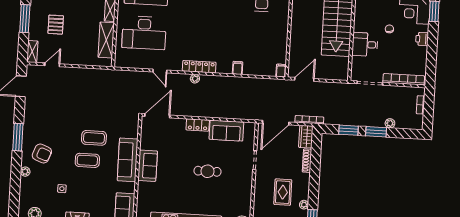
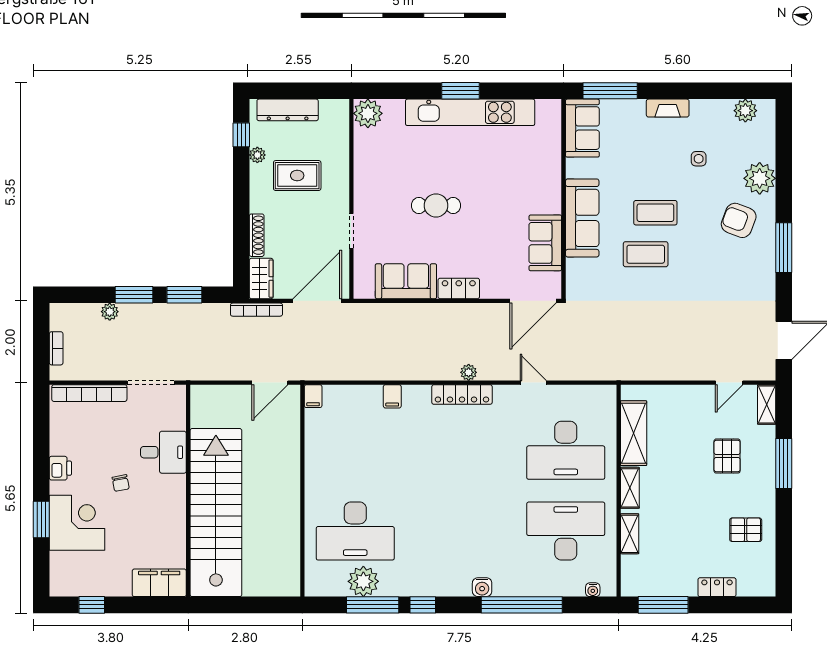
desk: (144, 33) -> (566, 450), turned 180
sofa: (148, 166) -> (545, 243), moved
plant: (25, 172) -> (760, 178), width x1.88, depth x1.88
rug: (283, 192) -> (297, 176), turned 90

